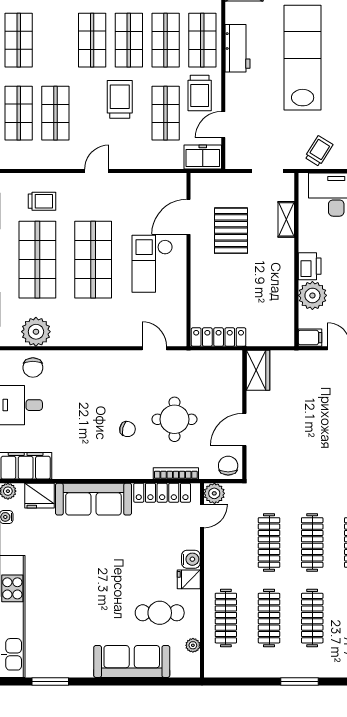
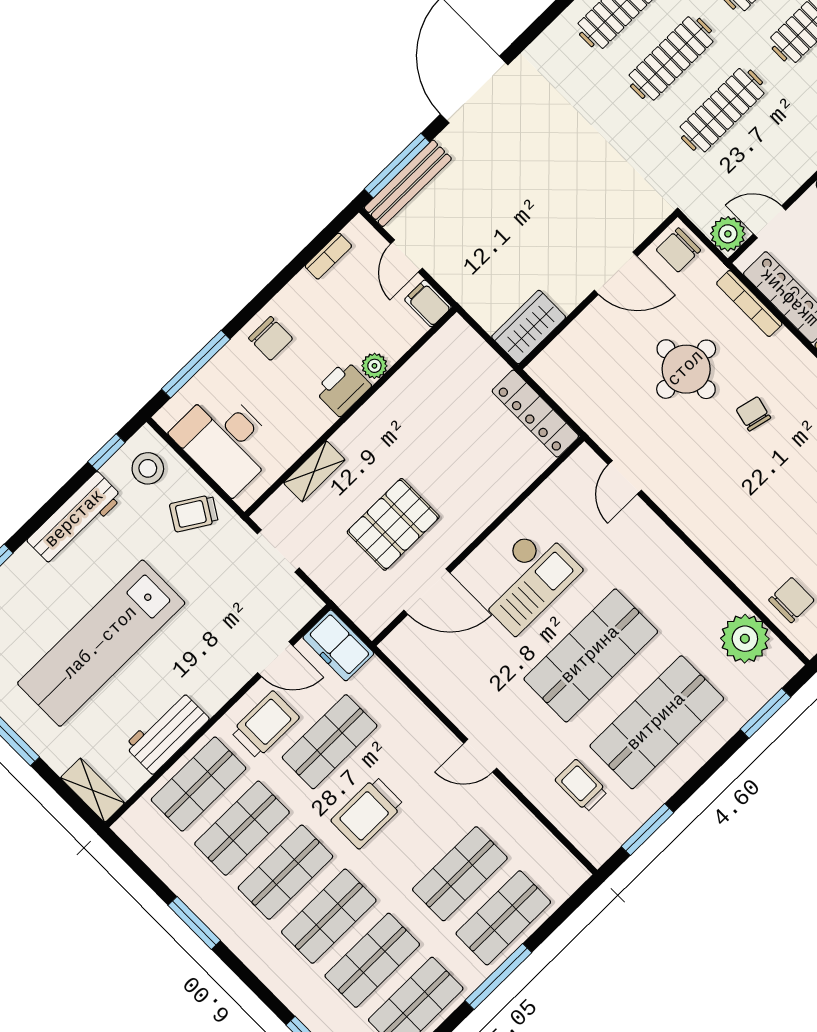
shop shelf: (55, 40) -> (372, 960), added
plant: (312, 295) -> (374, 366), width x0.53, depth x0.53

